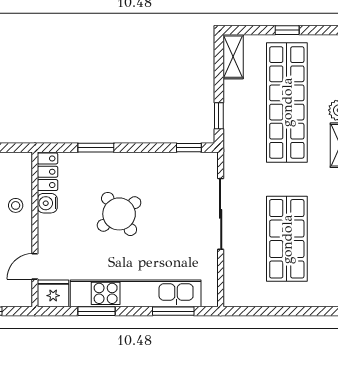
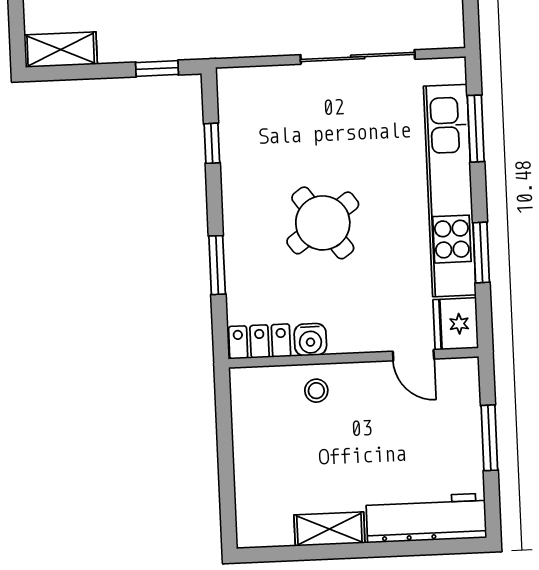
window: (189, 148) -> (212, 143), moved
sliding door: (221, 214) -> (358, 57), moved

